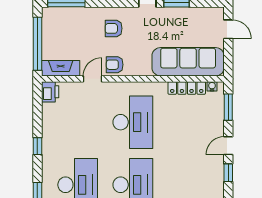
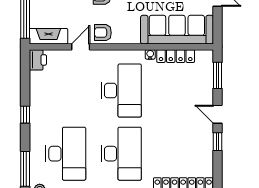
water cooler: (212, 86) -> (150, 54), moved
door: (228, 146) -> (217, 114), hinge flipped

